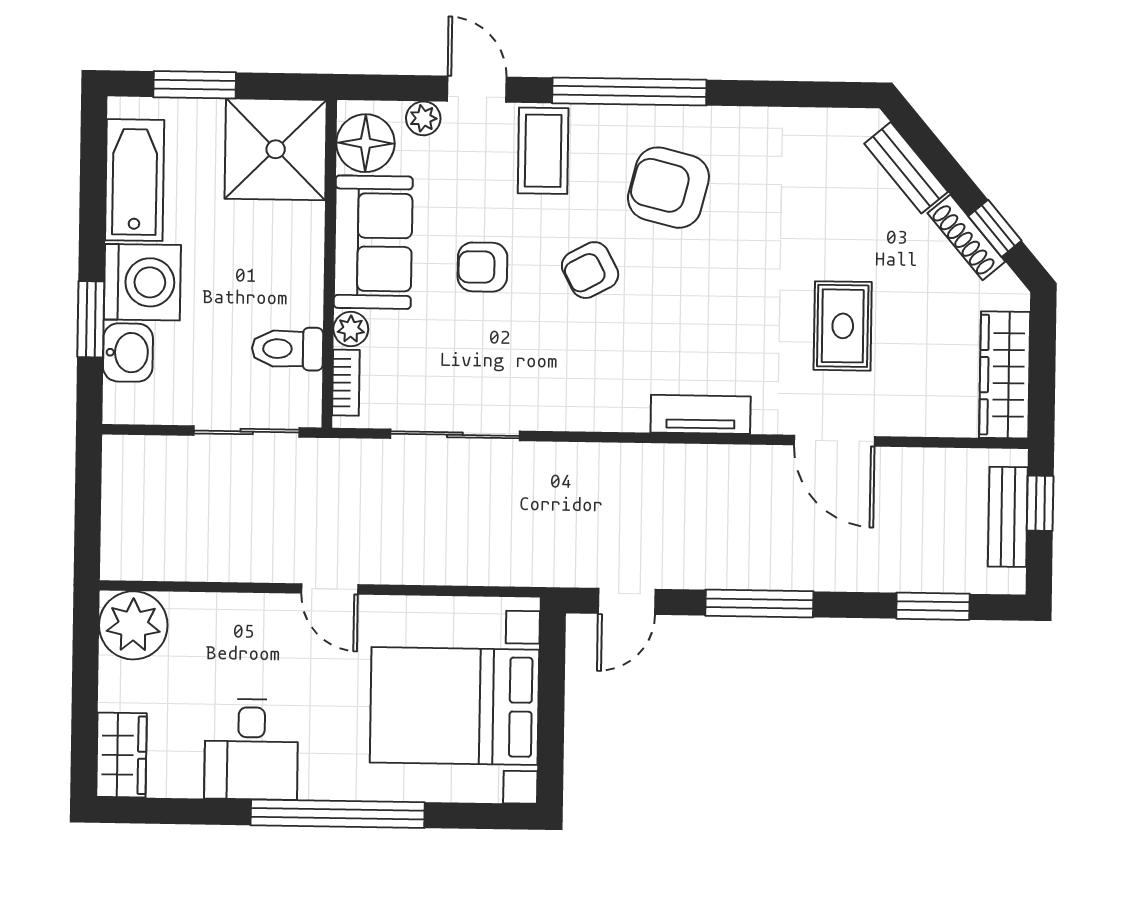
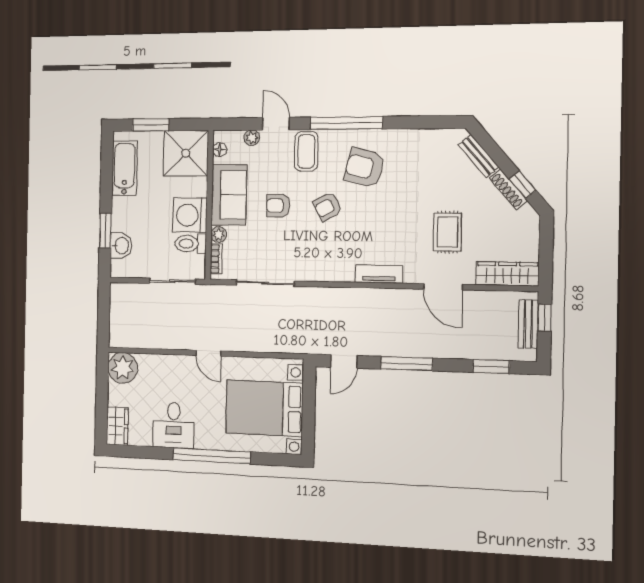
floor lamp: (365, 143) -> (220, 150), width x0.53, depth x0.53
washing machine: (142, 282) -> (190, 215), moved, turned 180
wardrobe: (1005, 375) -> (507, 274), moved, turned 90

